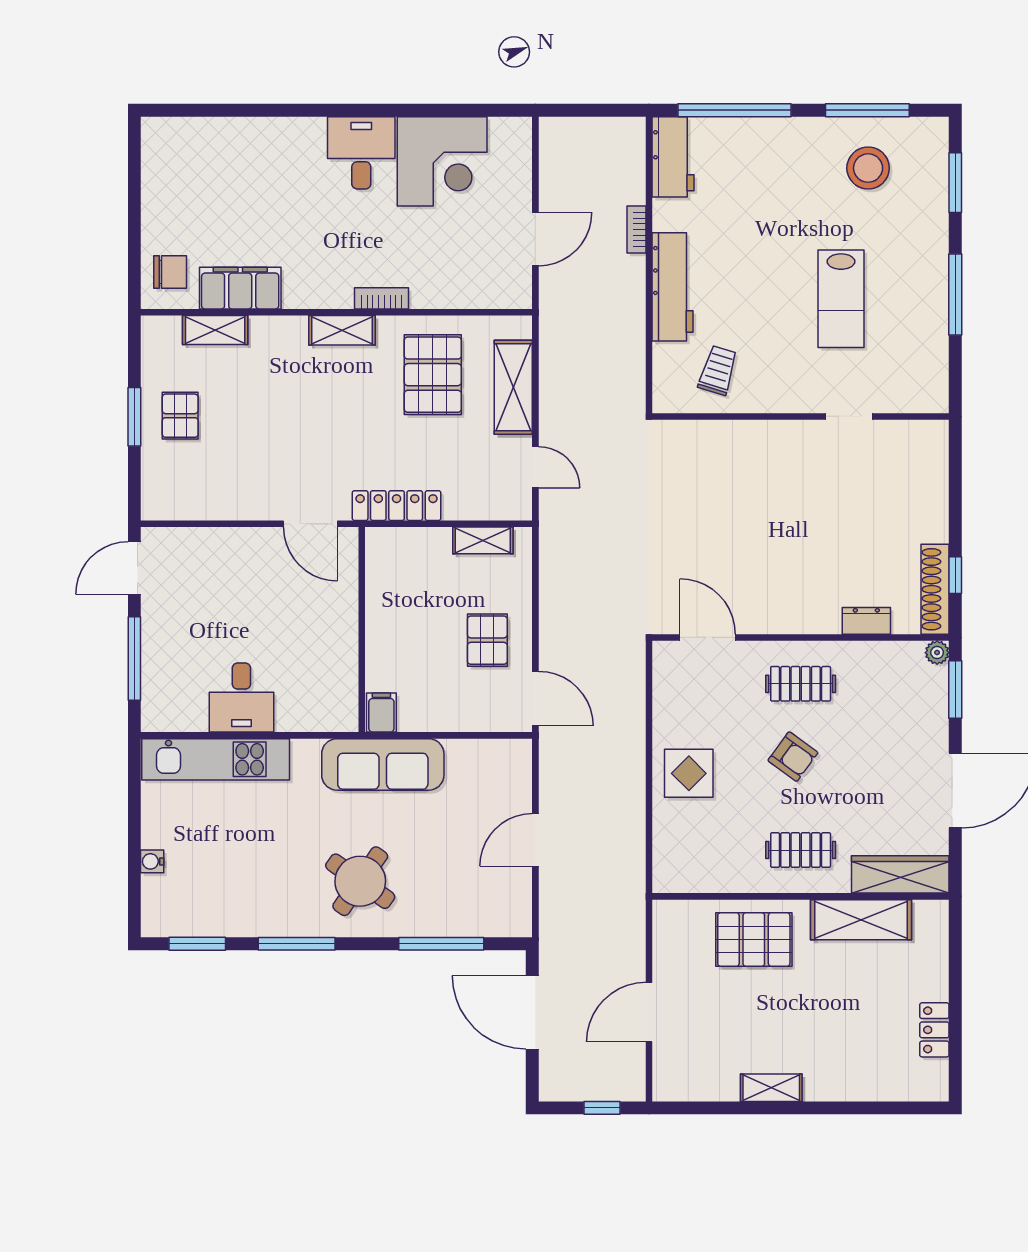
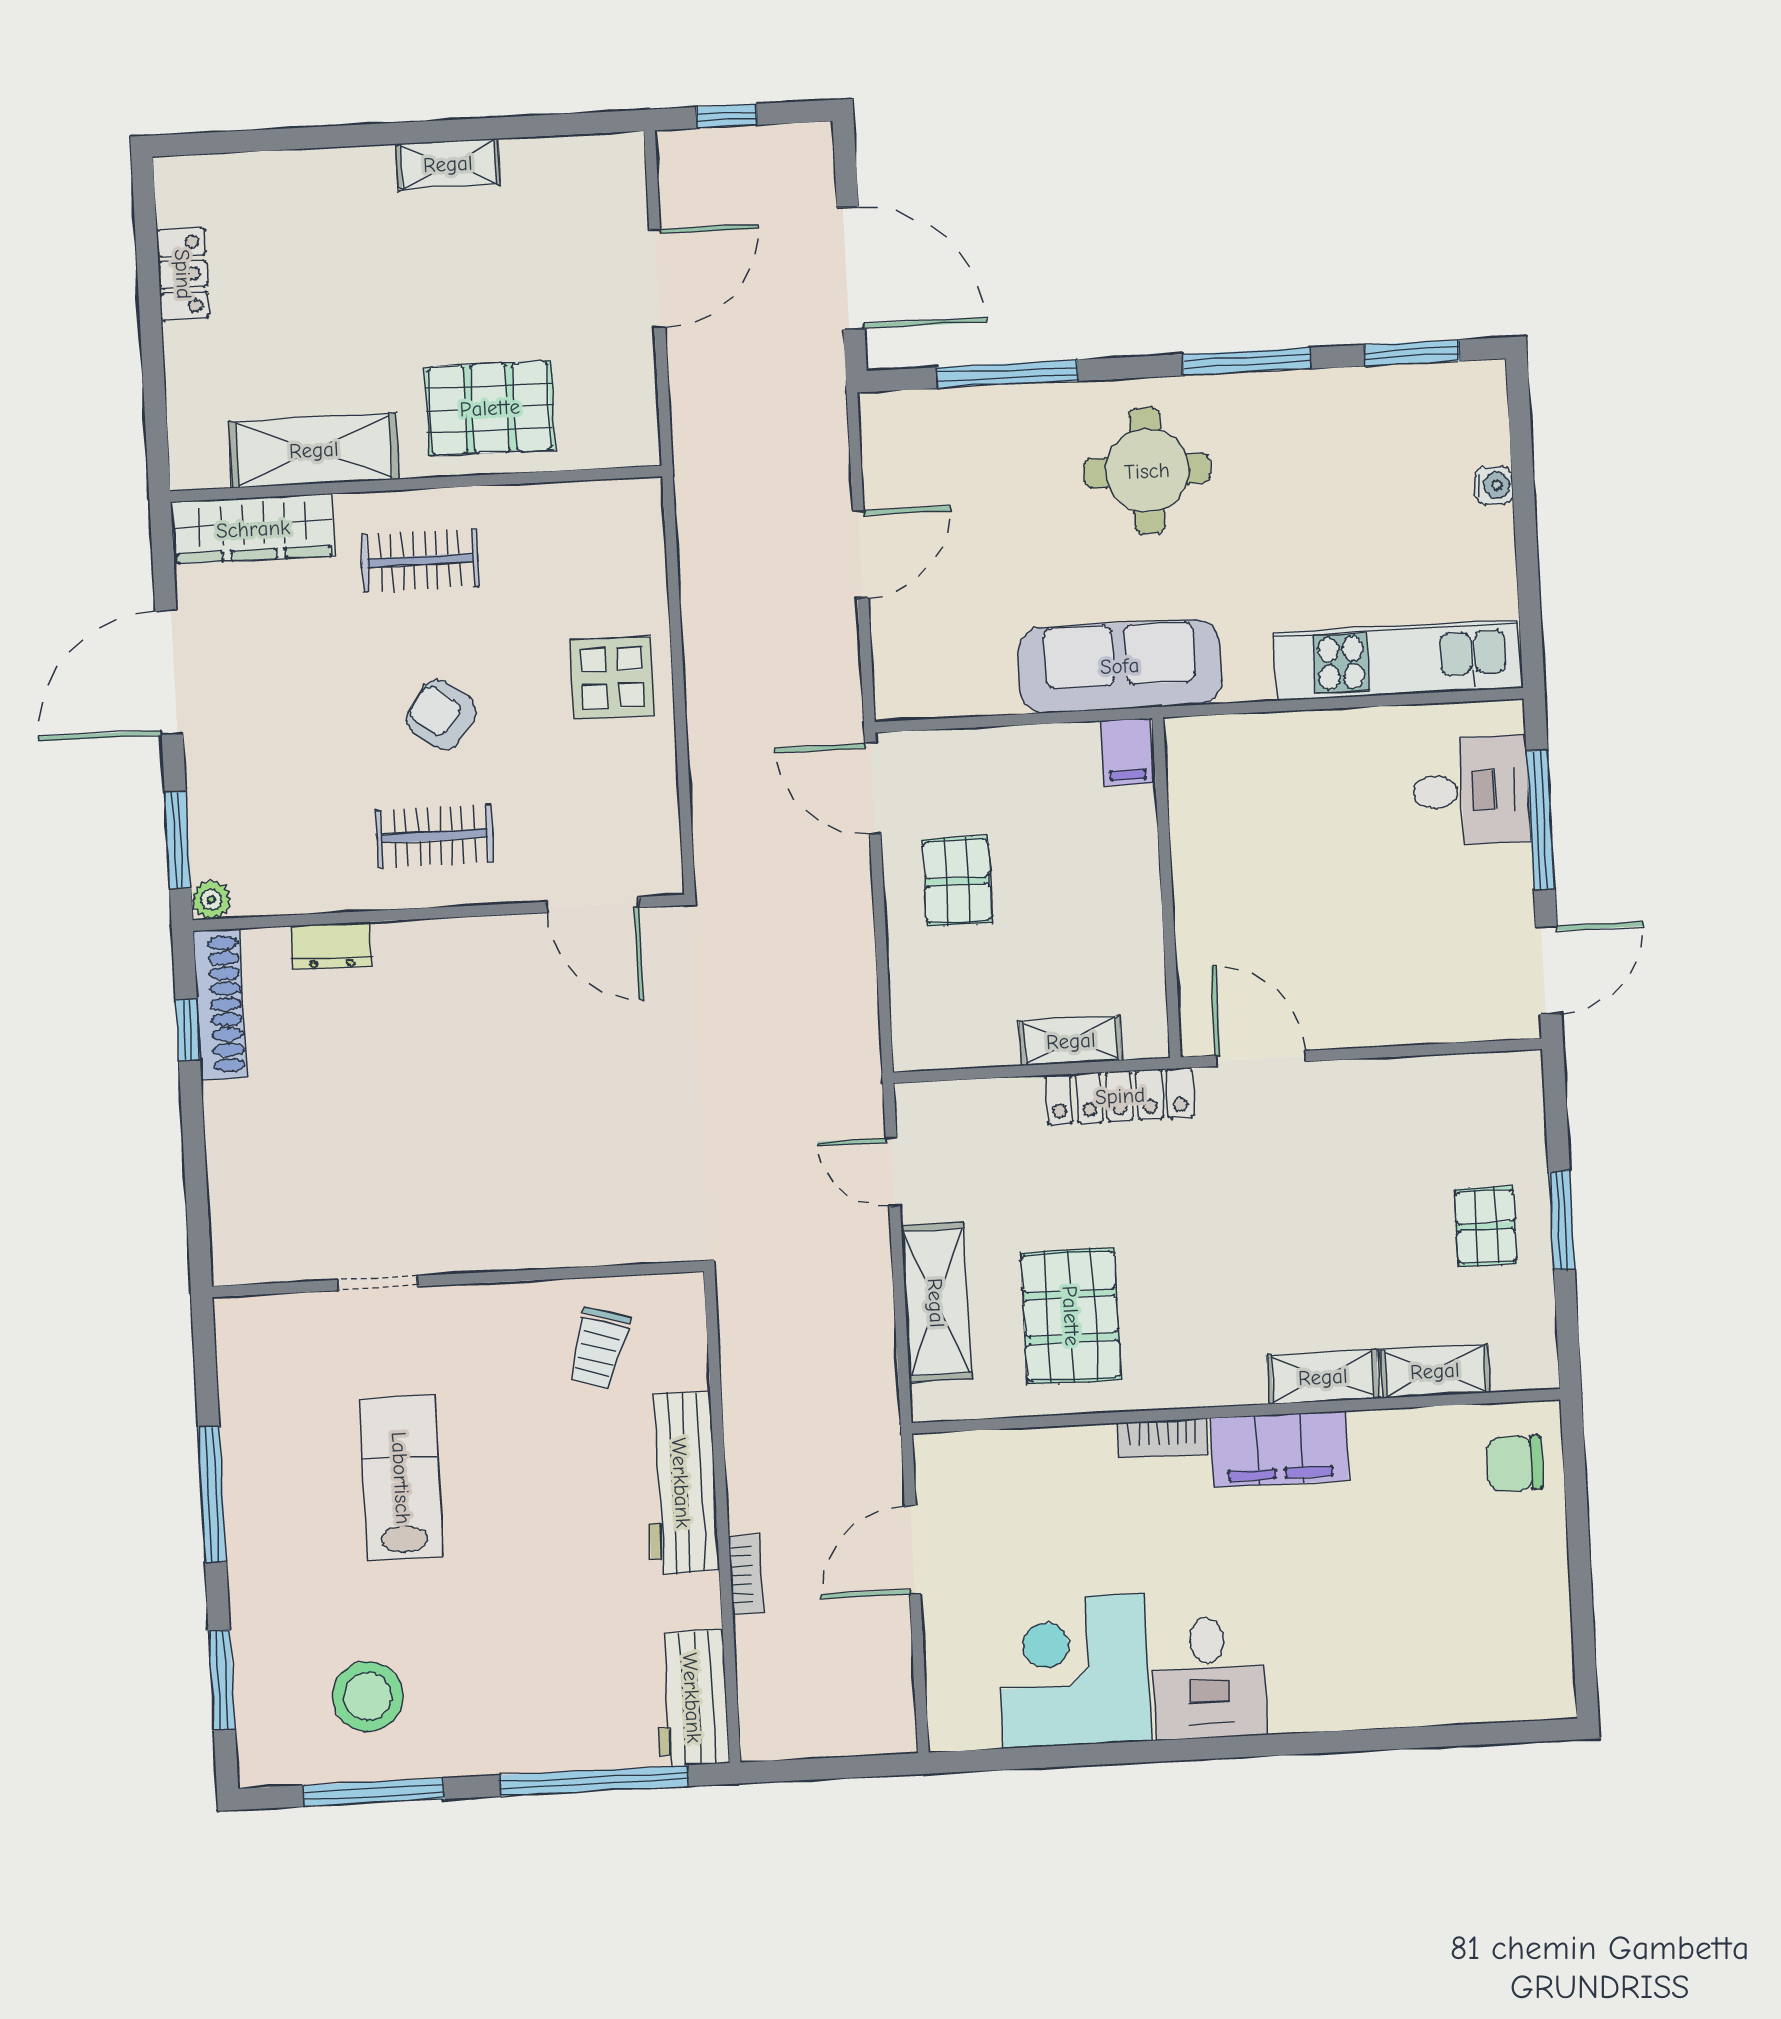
filing cabinet: (240, 288) -> (1279, 1449), moved
shelving: (342, 330) -> (1323, 1377), moved
shelving: (483, 540) -> (1071, 1041), moved
desk: (241, 698) -> (1471, 791), moved, turned 90
round table: (360, 881) -> (1147, 471), turned -35

